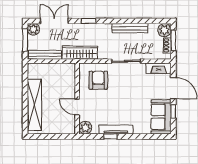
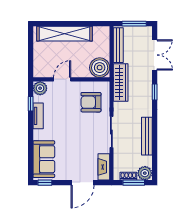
plant: (33, 29) -> (146, 33), removed
boiler: (66, 72) -> (100, 68), added
armchair: (98, 80) -> (91, 102), turned 180
window: (173, 112) -> (45, 183), moved
sofa: (161, 117) -> (44, 159), moved, turned 90
tv unit: (116, 130) -> (38, 116), width x0.71
window: (110, 136) -> (31, 104), moved

